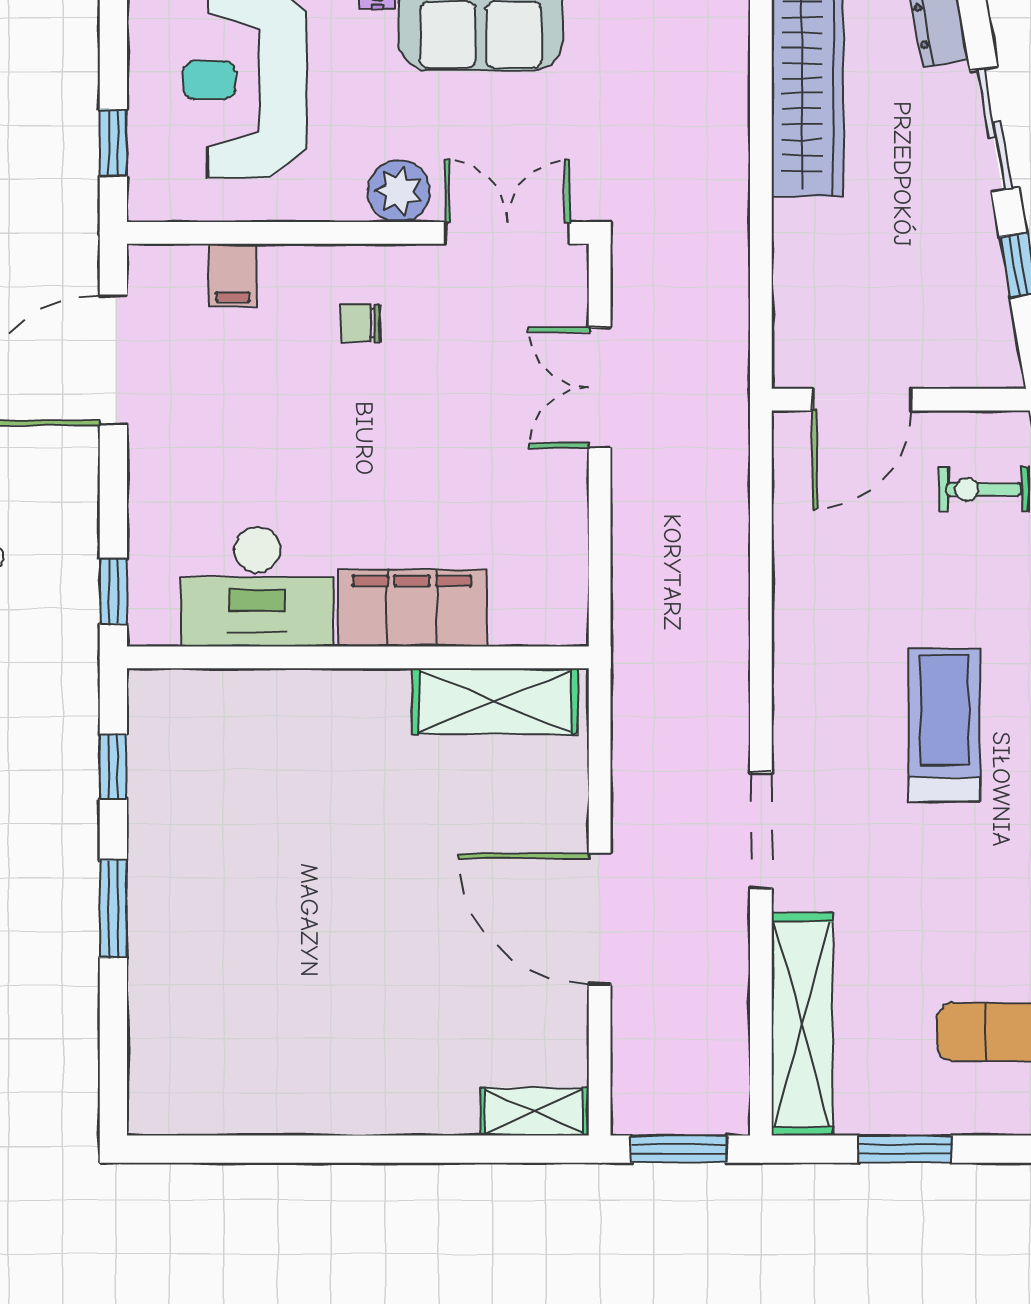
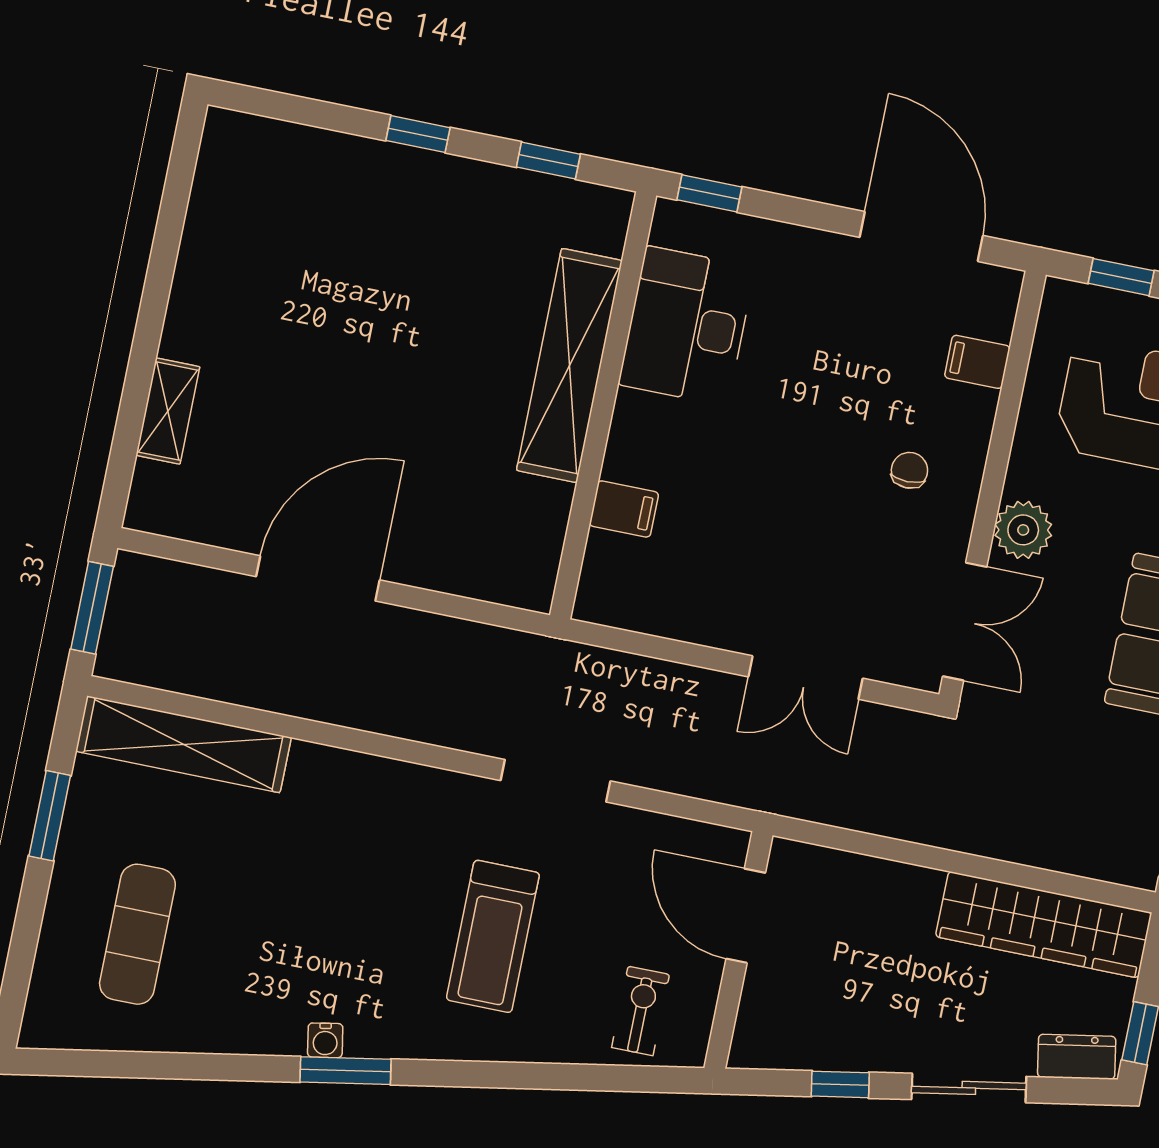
double door: (600, 388) -> (805, 678), swing flipped
filing cabinet: (412, 608) -> (624, 509), width x0.33, depth x0.86
shelving: (495, 701) -> (569, 365), moved, width x1.47
treadmill: (944, 725) -> (493, 936), moved, turned 90
doorway: (761, 830) -> (555, 781), moved
window: (113, 909) -> (418, 134), width x0.67
shelving: (534, 1112) -> (168, 411), moved

